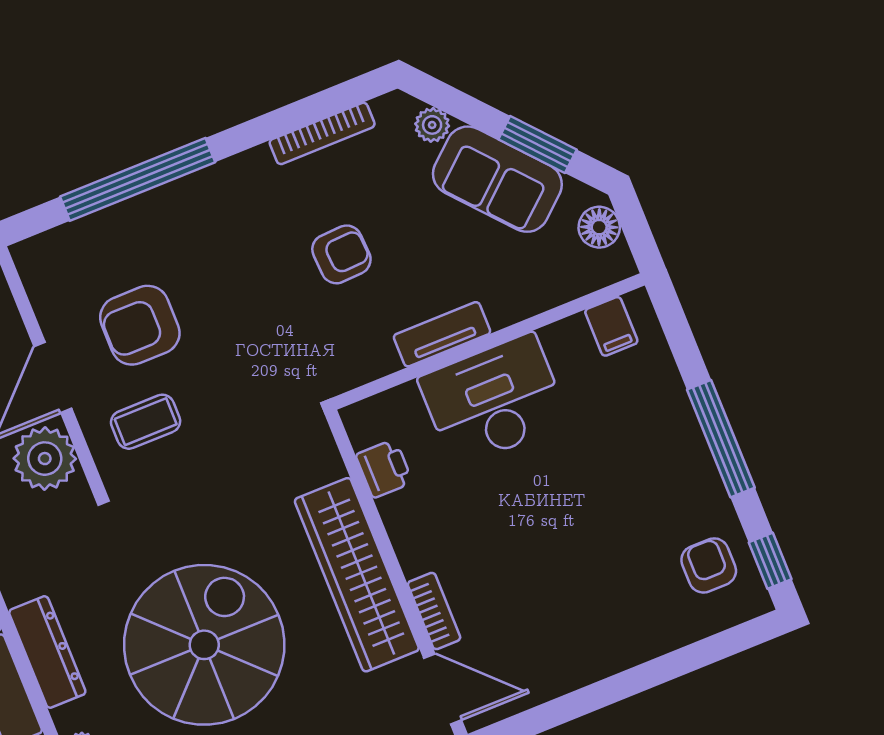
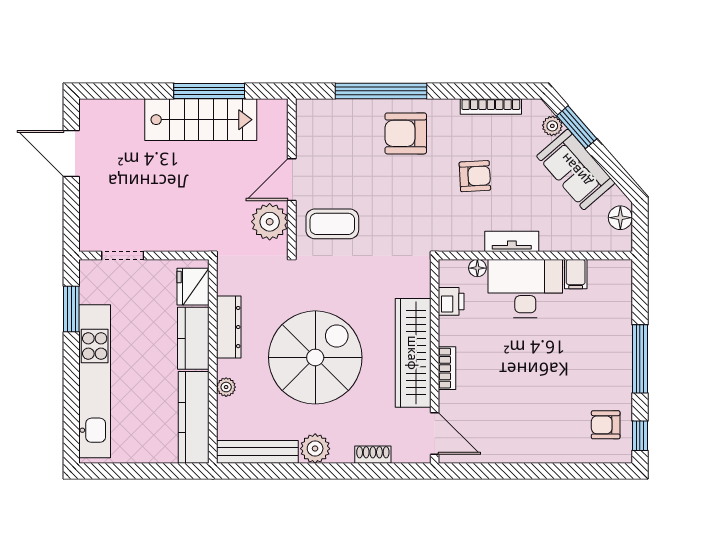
window: (538, 144) -> (577, 127), moved
armchair: (140, 325) -> (406, 133), moved
filing cabinet: (611, 326) -> (576, 274), moved
floor lamp: (404, 399) -> (477, 268), added
coffee table: (146, 422) -> (332, 224), width x1.36, depth x1.30
armchair: (709, 565) -> (606, 425), turned -90
bookcase: (434, 611) -> (447, 368), moved

